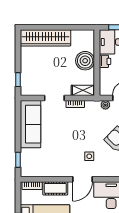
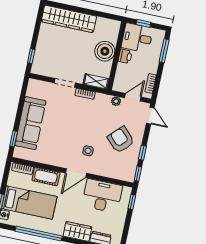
sofa: (30, 124) -> (30, 123), moved

